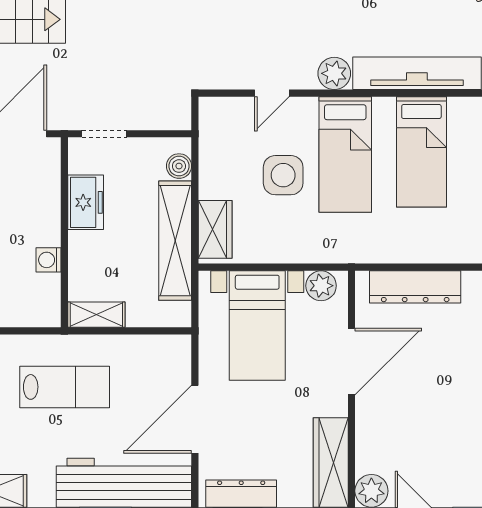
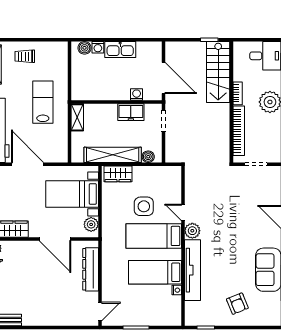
door: (272, 93) -> (183, 212), moved
nightstand: (459, 106) -> (177, 290), added
washing machine: (49, 260) -> (137, 94), moved
lab bench: (65, 387) -> (43, 102), turned 180

